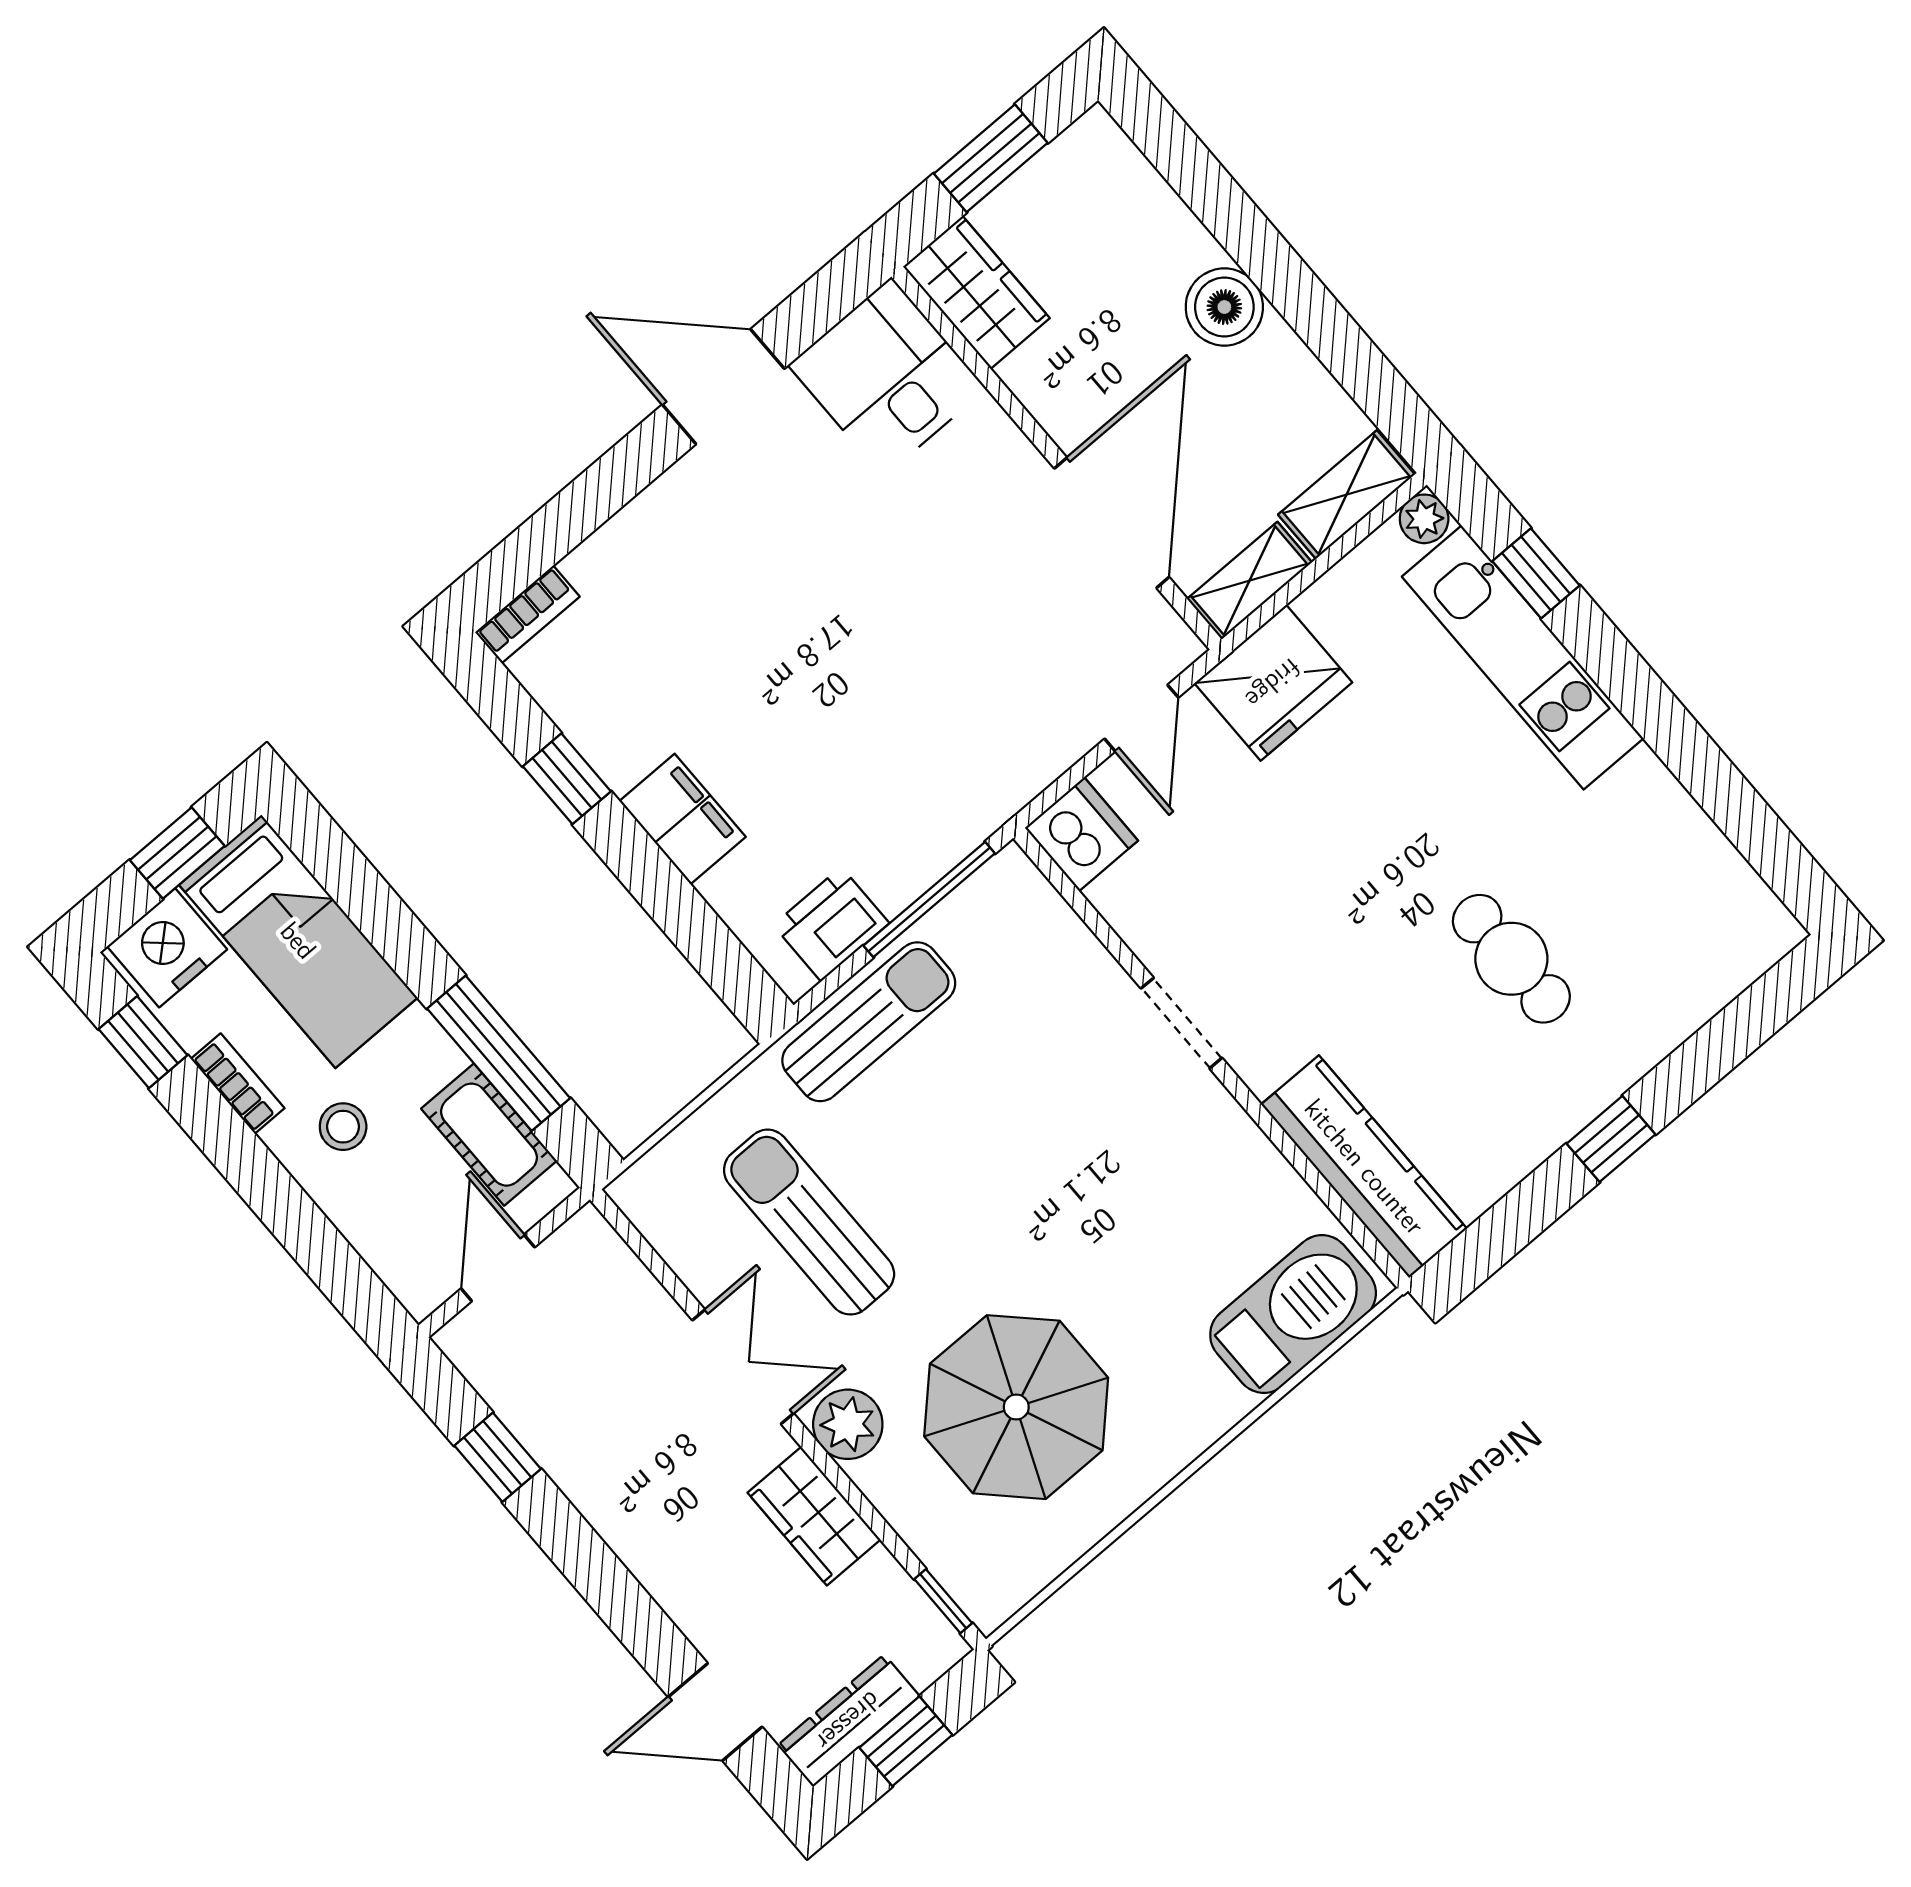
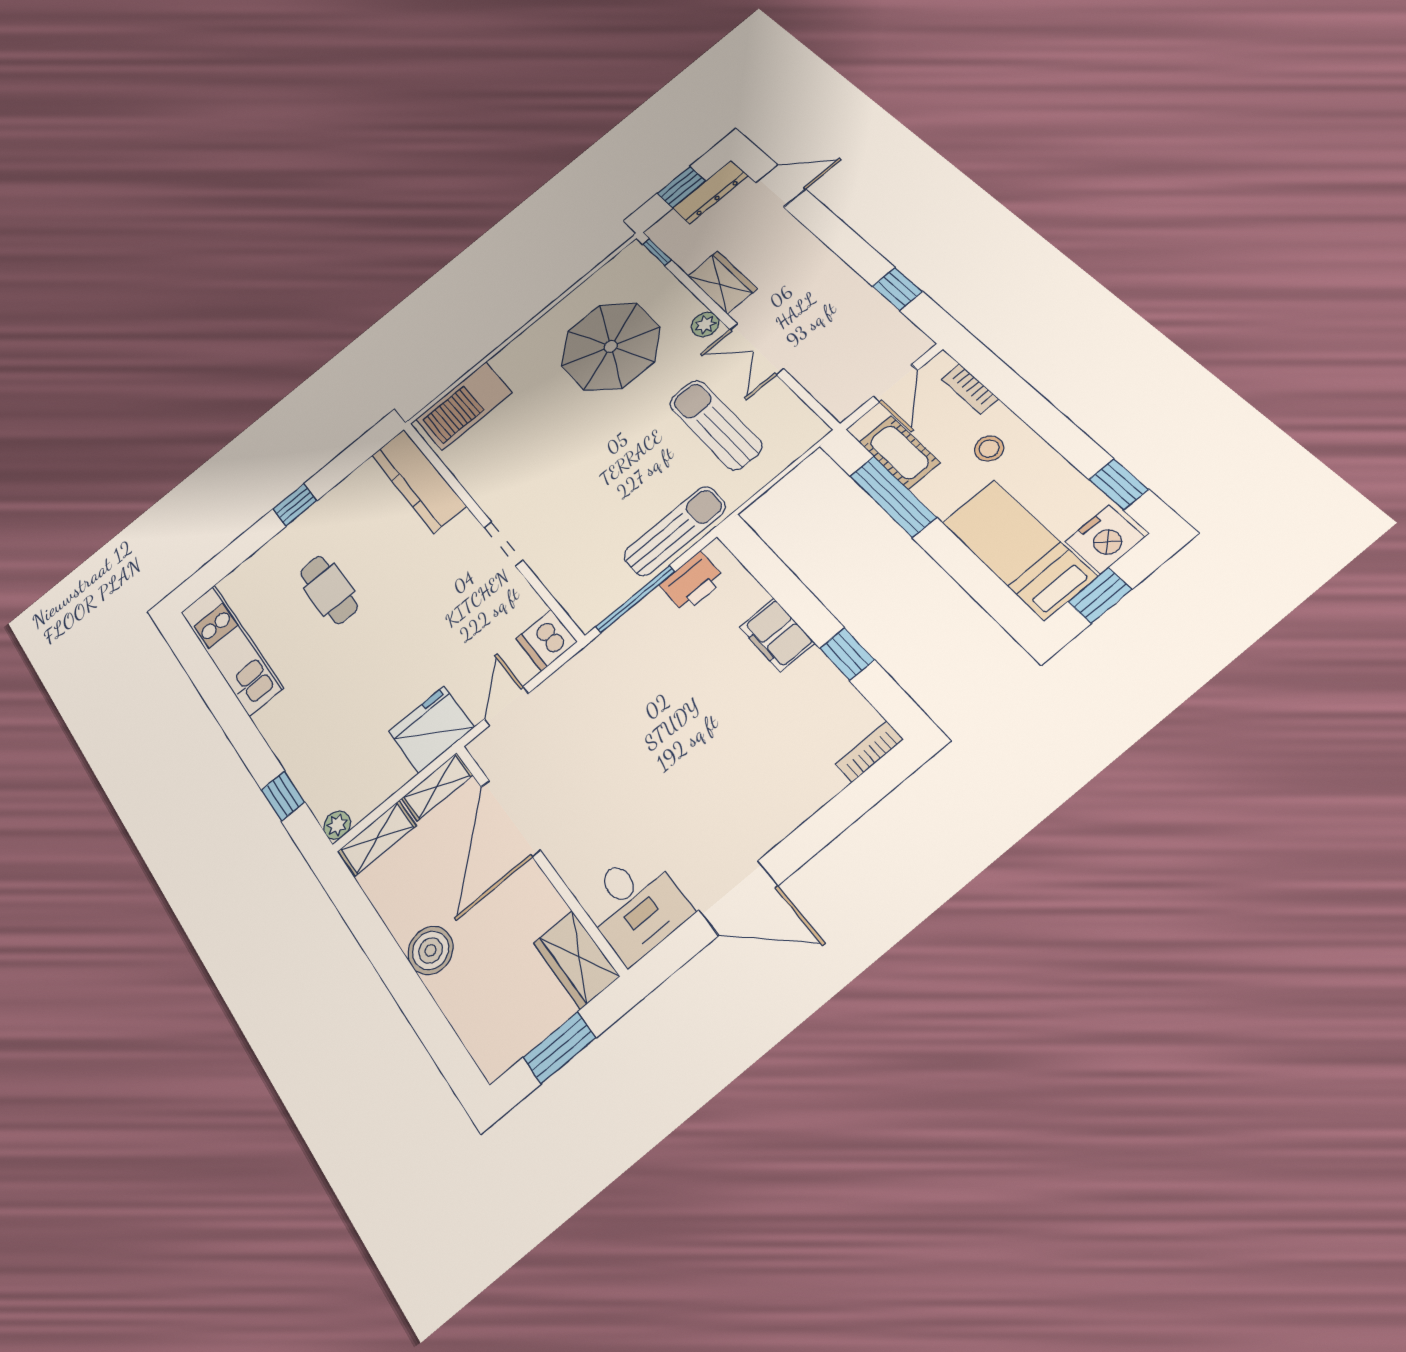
kitchen unit: (1523, 657) -> (231, 649), moved
sun lounger: (869, 1022) -> (675, 531), turned 180
bookcase: (238, 1084) -> (970, 389), moved
sun lounger: (809, 1222) -> (715, 425), turned 180
plant: (848, 1424) -> (705, 324), width x0.73, depth x0.73

